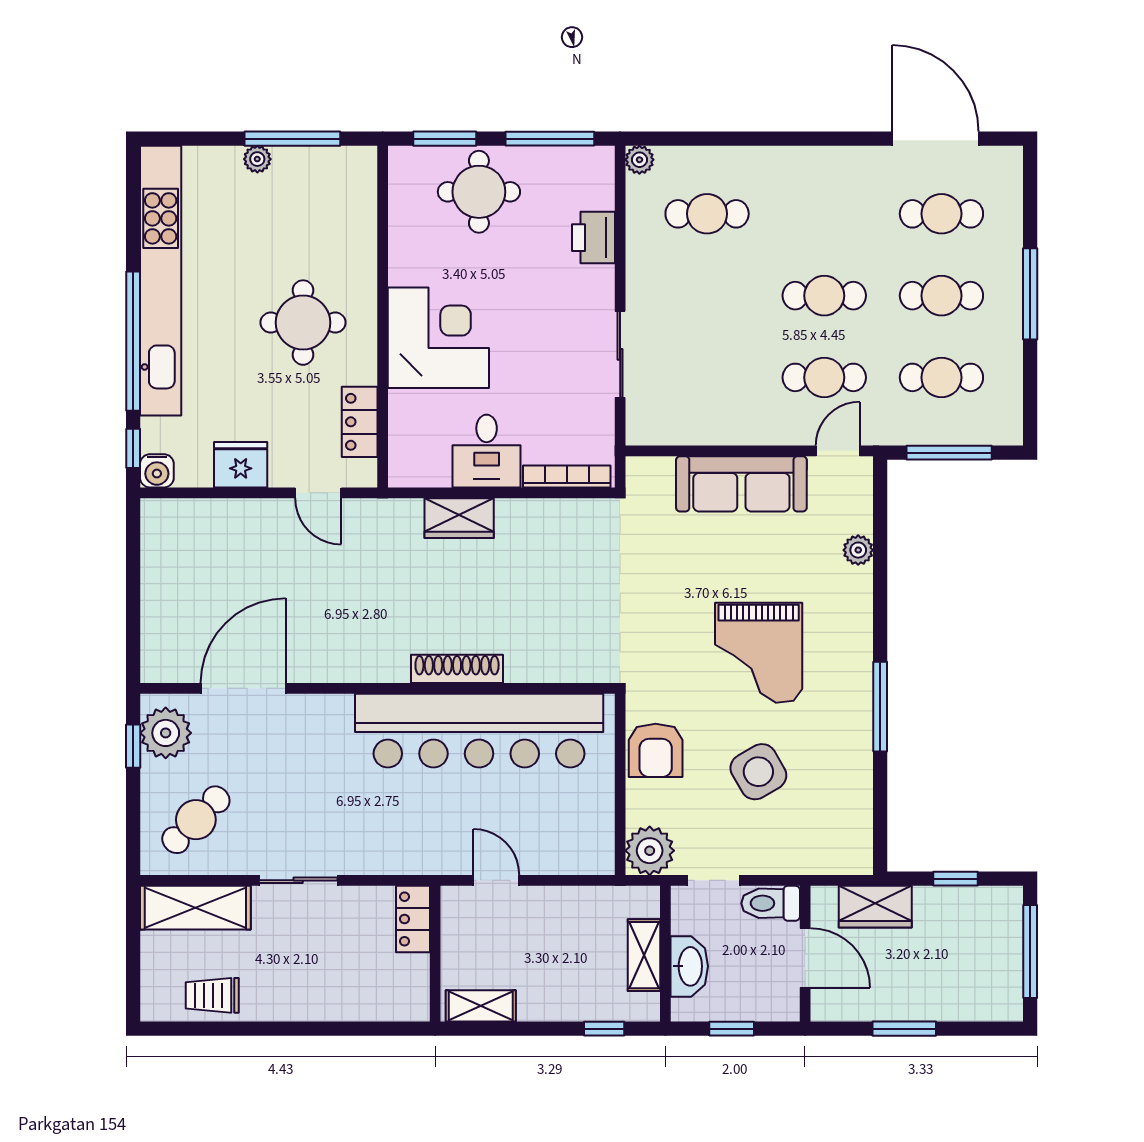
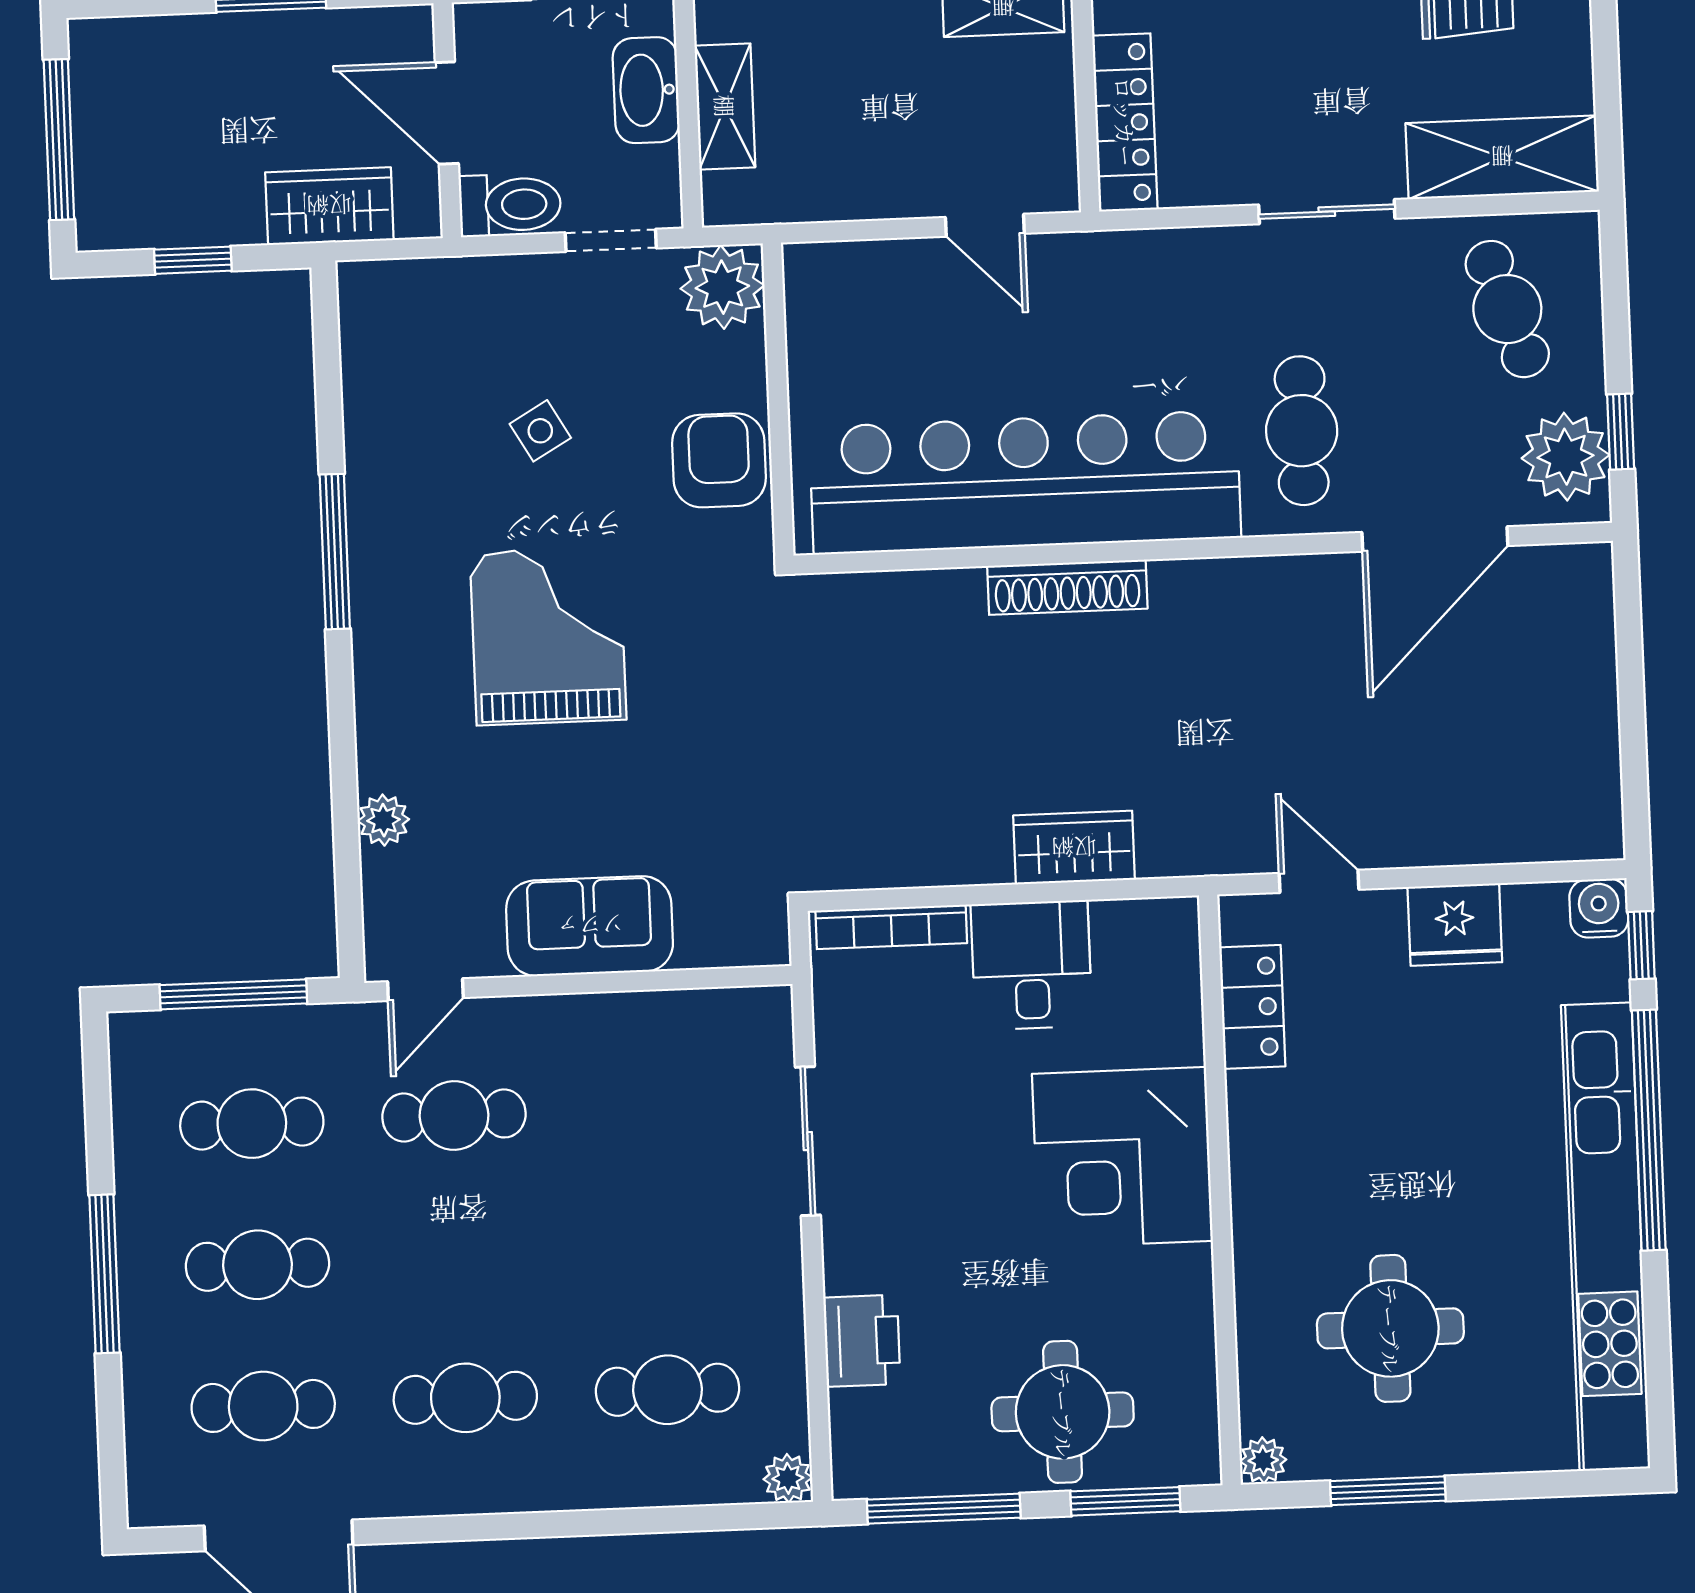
window: (292, 139) -> (1388, 1491), width x0.69
plant: (257, 159) -> (1263, 1460), moved
cafe table: (824, 296) -> (465, 1398), moved
round table: (303, 323) -> (1390, 1328), moved
sofa: (741, 484) -> (590, 926), width x0.73
cafe table: (318, 754) -> (1302, 431), added
side table: (758, 772) -> (540, 431), width x0.54, depth x0.54
cafe table: (196, 820) -> (1507, 309), turned -64
locker: (413, 919) -> (1125, 122), width x1.53

